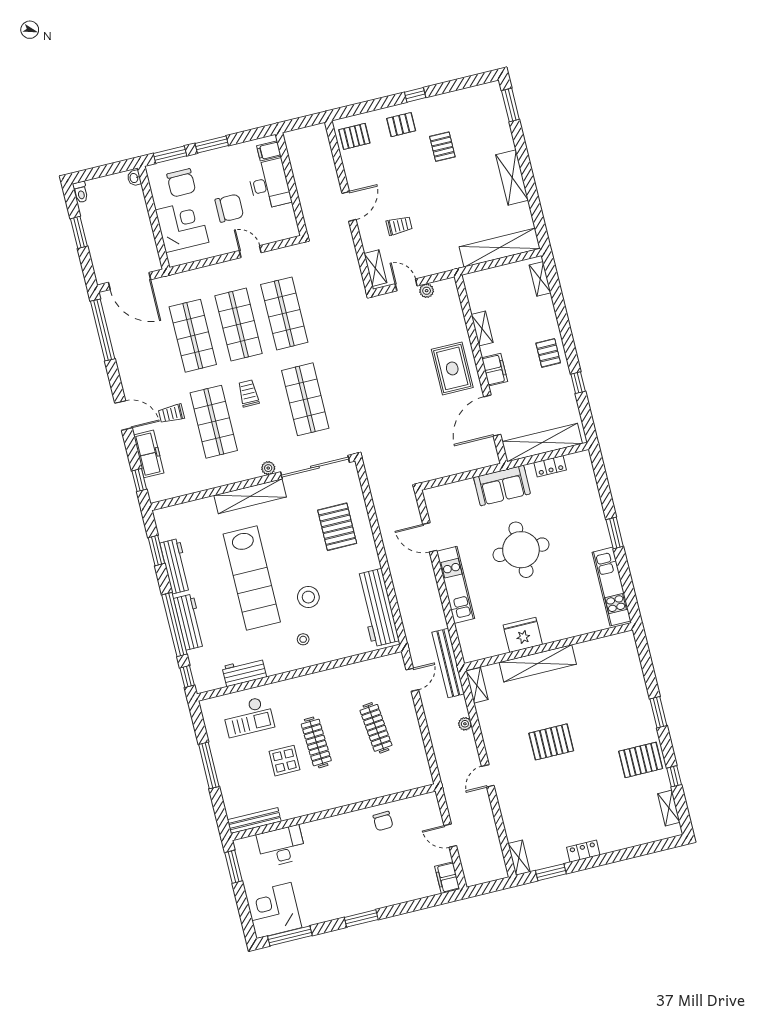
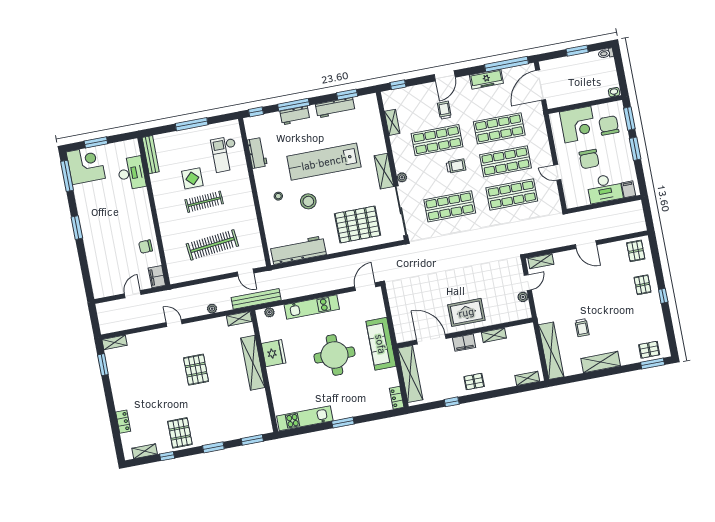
pallet: (442, 147) -> (649, 350), moved
chair: (181, 183) -> (609, 125), turned 90
trolley: (399, 226) -> (582, 328), moved
door: (250, 252) -> (557, 172), swing flipped
freezer: (149, 454) -> (486, 79), moved
locker: (550, 466) -> (397, 398), moved
shelving: (192, 486) -> (392, 122), added
sofa: (502, 486) -> (381, 344), width x1.36
shelving: (250, 496) -> (384, 171), width x0.68
pallet: (337, 527) -> (358, 224), width x1.37, depth x1.41
door: (430, 537) -> (365, 287), moved
workbench: (189, 622) -> (295, 115), width x0.73
window: (174, 624) -> (294, 105), width x0.68
plant: (466, 644) -> (269, 312), added
window: (645, 658) -> (252, 440), added
clothes rail: (376, 728) -> (212, 245), width x1.37, depth x1.31
locker: (583, 851) -> (123, 422), moved
window: (234, 867) -> (96, 142), moved
filing cabinet: (447, 878) -> (157, 277), moved, turned -90

